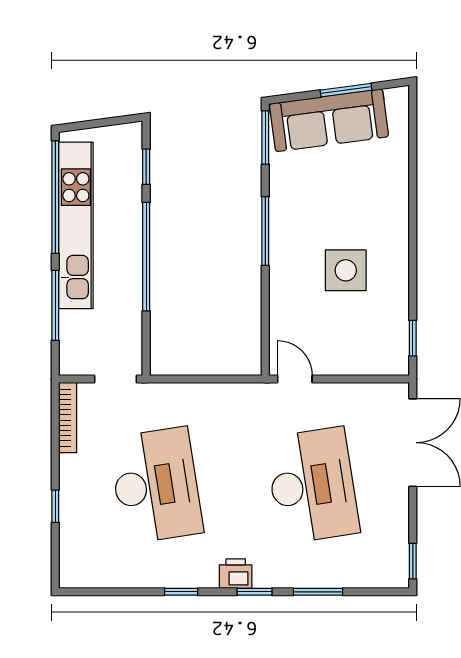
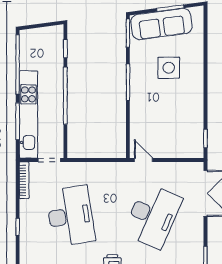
kitchen unit: (76, 225) -> (28, 114), moved
side table: (346, 270) -> (169, 68), moved
desk: (312, 485) -> (153, 216), turned 33

